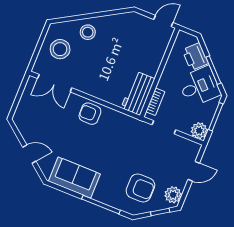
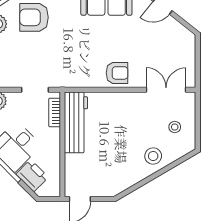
stool: (60, 49) -> (175, 127), width x0.53, depth x0.53
workbench: (138, 93) -> (76, 122), width x1.38

